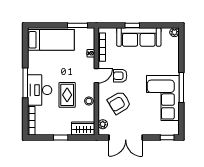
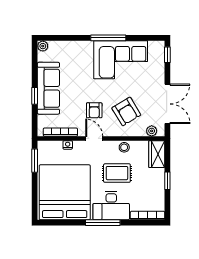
bed: (51, 40) -> (65, 192), width x2.04

